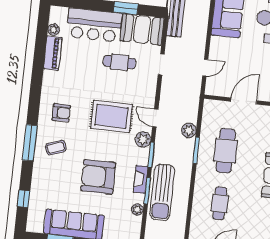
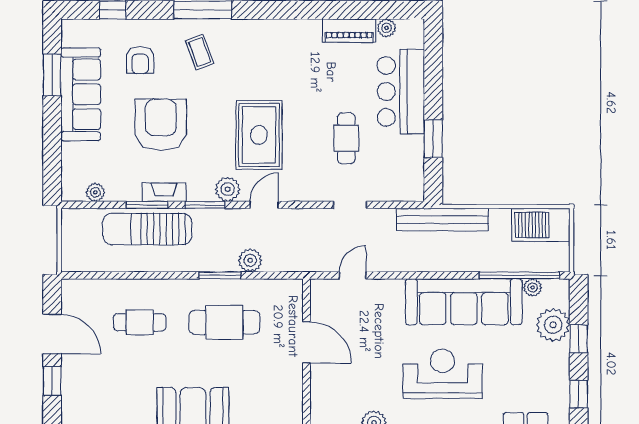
booth: (142, 29) -> (402, 168), removed
door: (205, 68) -> (353, 275), swing flipped
armchair: (61, 113) -> (140, 60), moved
plant: (137, 209) -> (95, 192), moved

